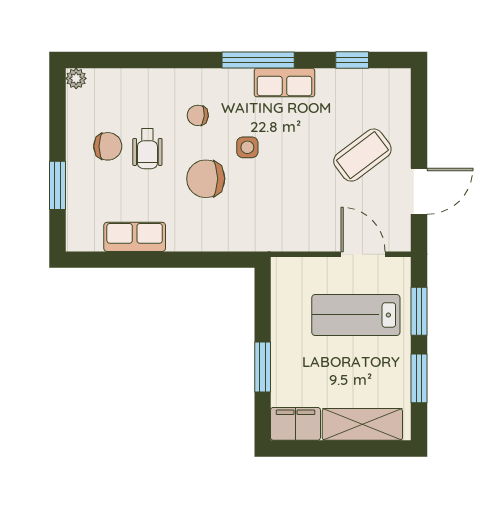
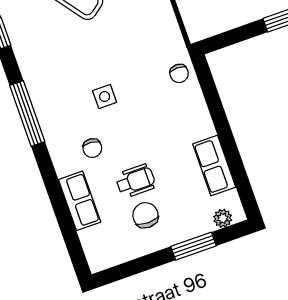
plant: (76, 78) -> (223, 218), moved
row of seats: (284, 83) -> (80, 201), moved
chair: (206, 179) -> (179, 73), moved, width x0.54, depth x0.54

